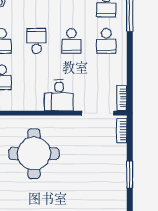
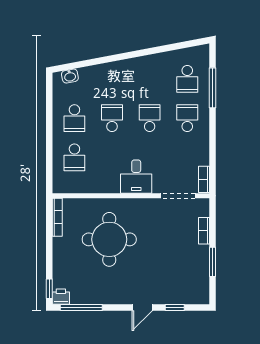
school desk: (71, 41) -> (150, 118), turned 180
school desk: (106, 41) -> (187, 118), turned 180
bookcase: (122, 131) -> (204, 231), moved

